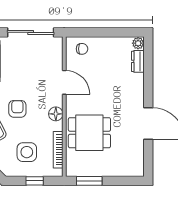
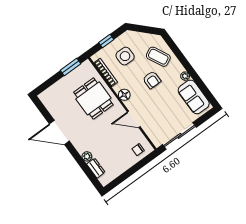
plant: (138, 43) -> (87, 156), moved
dining table: (89, 133) -> (93, 98), turned 90

